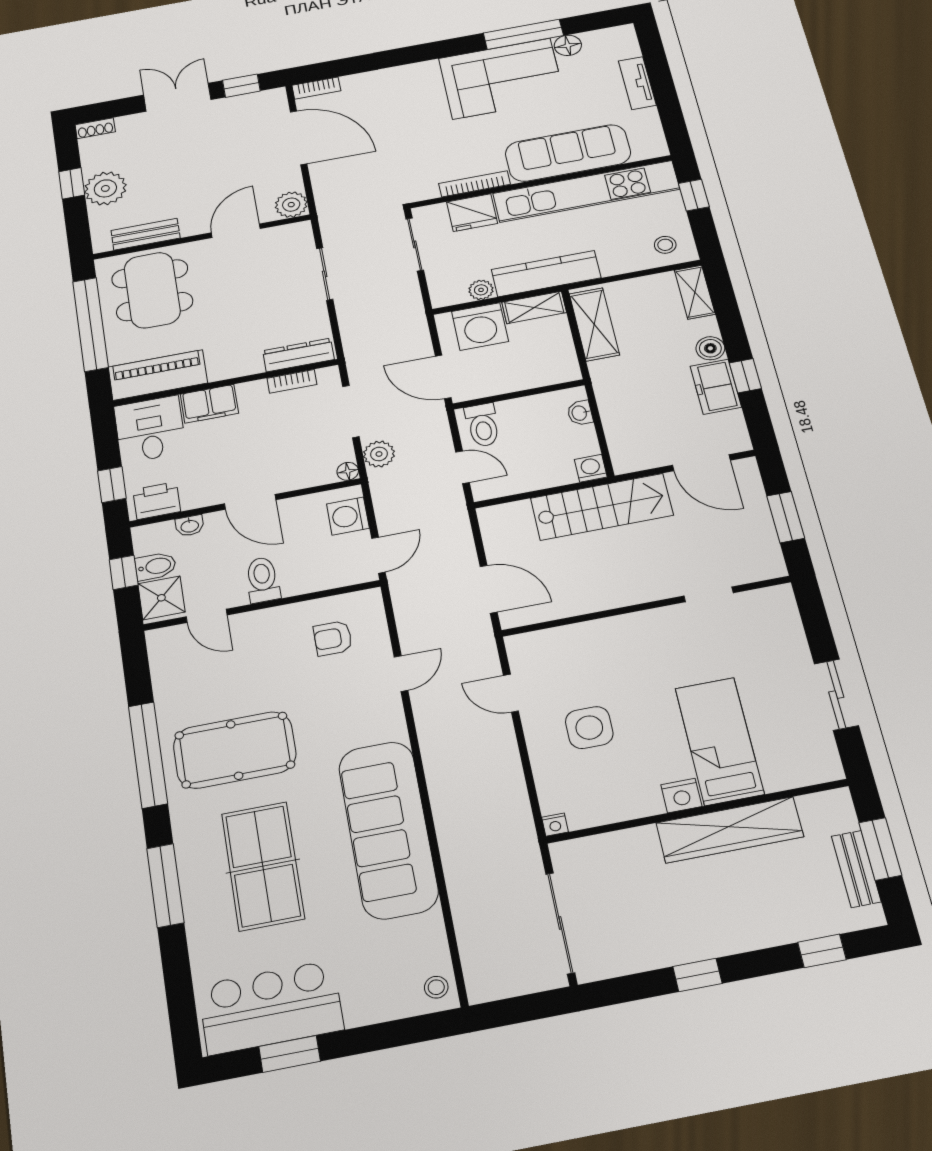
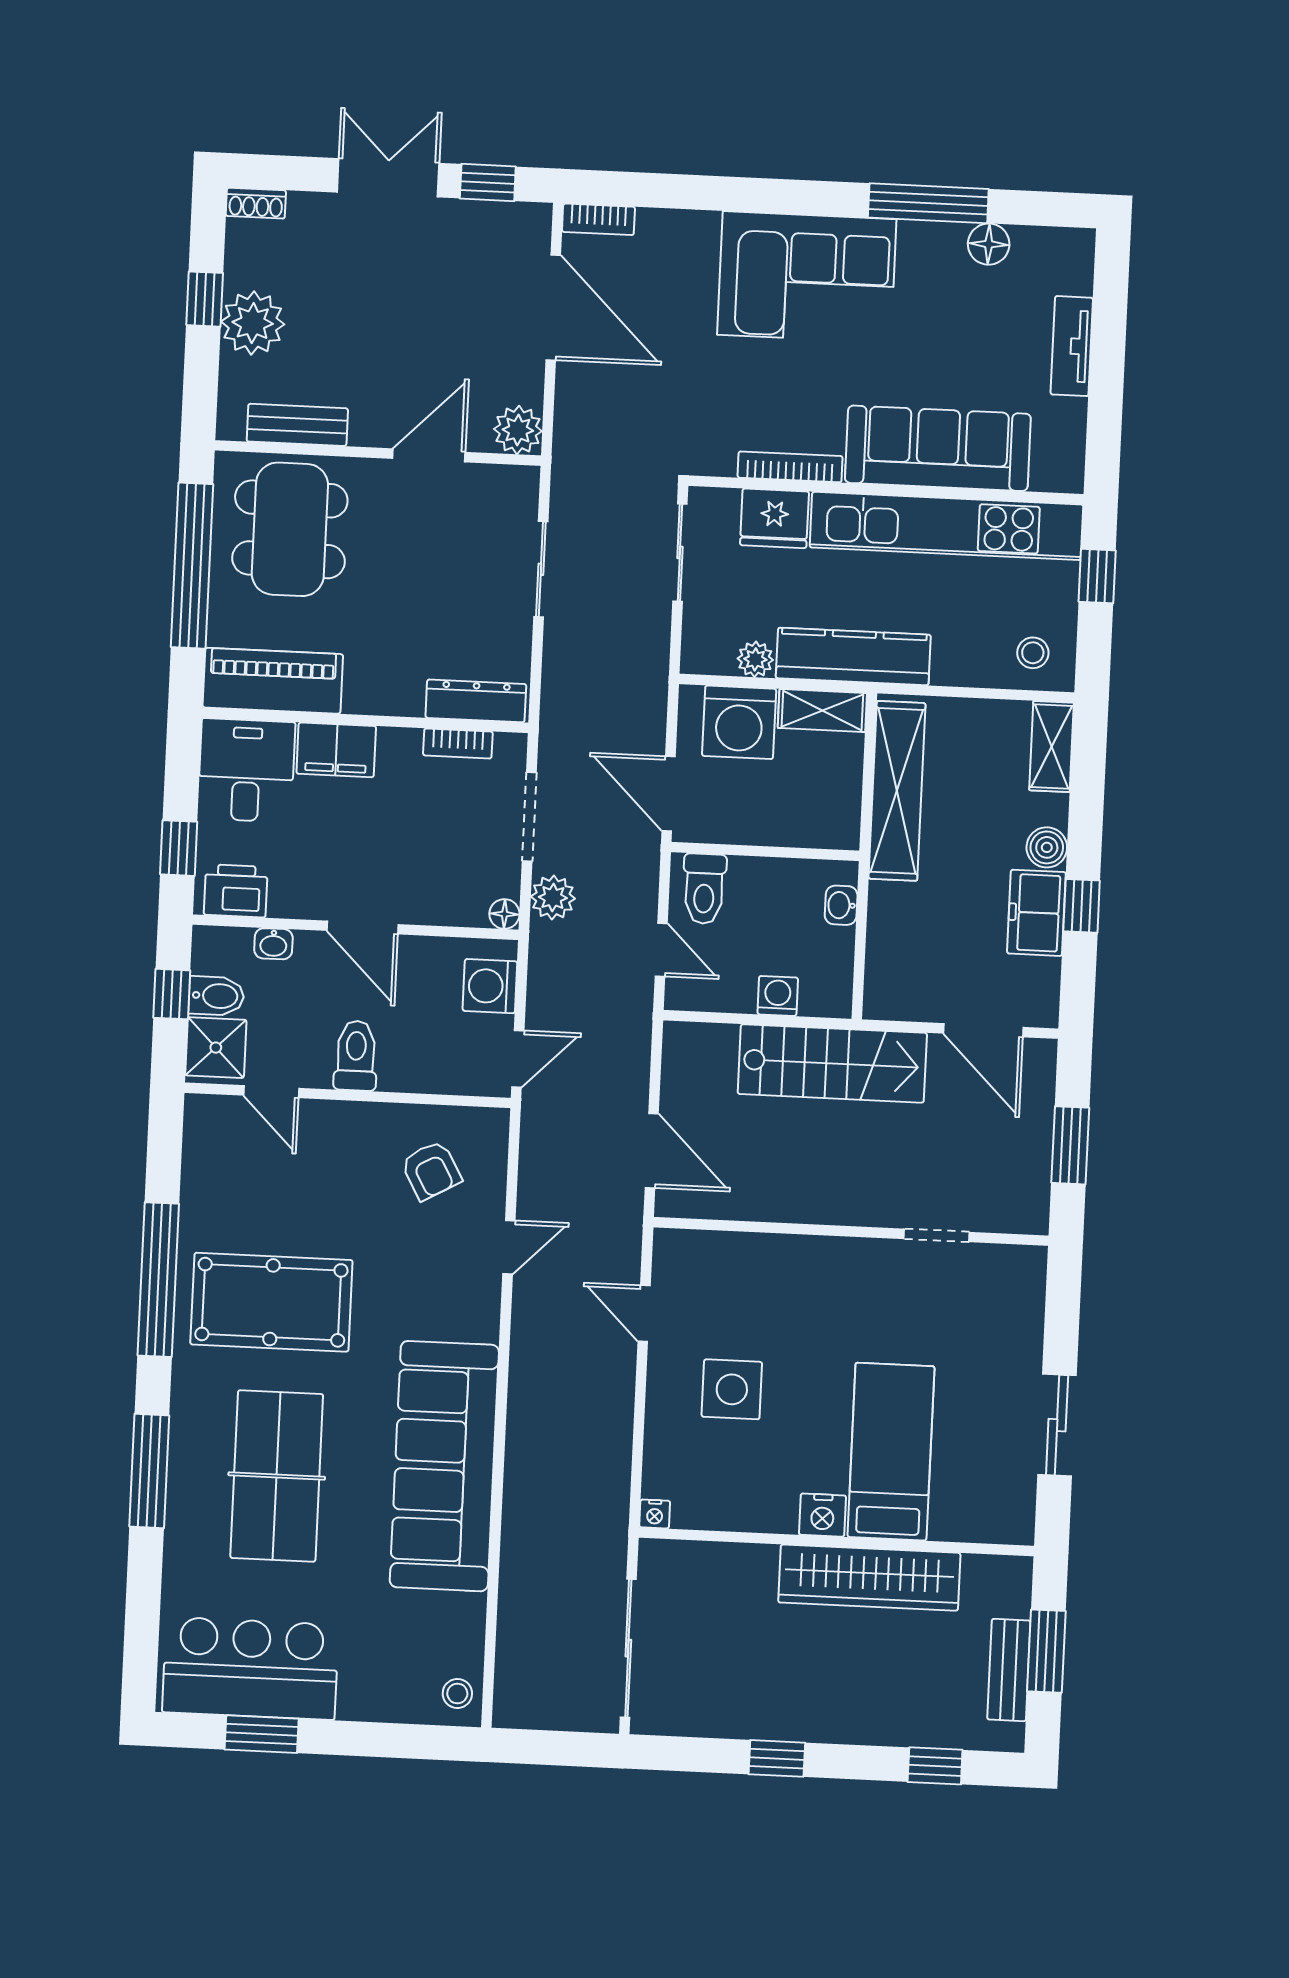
corner sofa: (502, 79) -> (807, 277), moved
shelving: (594, 324) -> (897, 791), width x1.47
washing machine: (591, 468) -> (778, 996), moved
armchair: (333, 638) -> (431, 1170), turned -119

